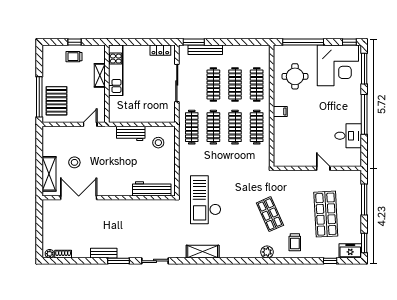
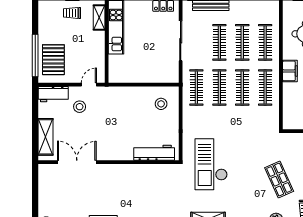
shelving: (100, 75) -> (99, 17), moved
filing cabinet: (280, 111) -> (290, 71), width x2.00
workbench: (131, 133) -> (53, 94), moved
stool: (74, 162) -> (80, 107), moved

